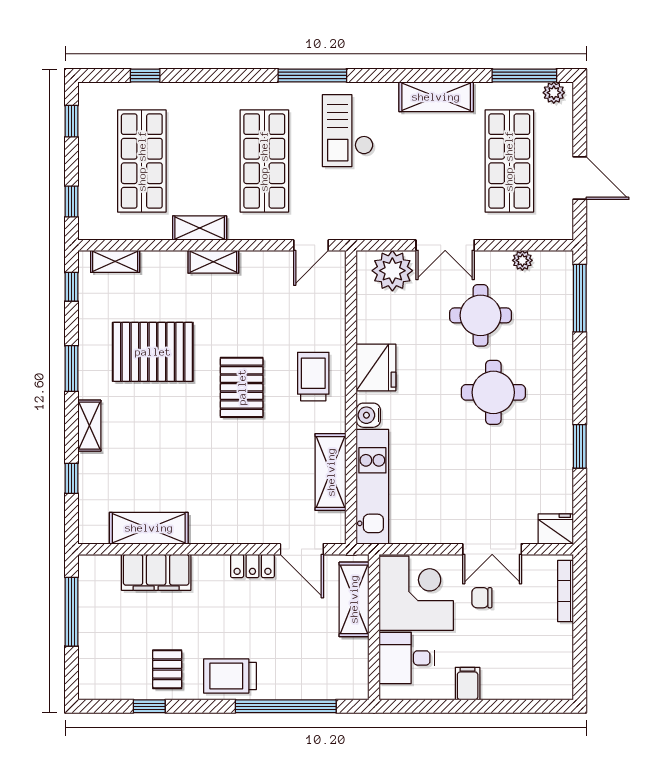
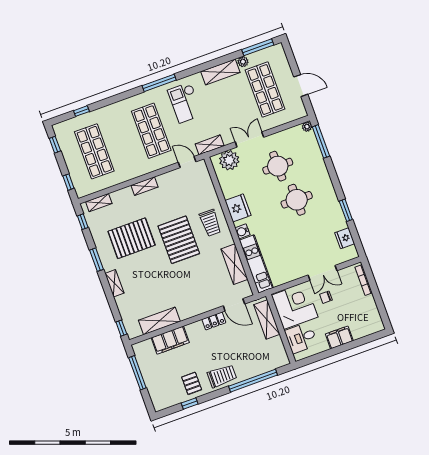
plant: (554, 93) -> (243, 62), moved
shelving: (200, 228) -> (210, 145), moved
door: (311, 245) -> (187, 162), swing flipped
double door: (445, 245) -> (249, 139), swing flipped
plant: (522, 260) -> (307, 127), moved
trolley: (313, 377) -> (210, 223), turned 180
pallet: (242, 387) -> (179, 240), width x1.37, depth x1.41
window: (71, 478) -> (121, 328), moved
fridge: (556, 529) -> (345, 238), moved, turned -90
trolley: (230, 676) -> (222, 376), turned 180
filing cabinet: (468, 684) -> (339, 337), width x2.00

